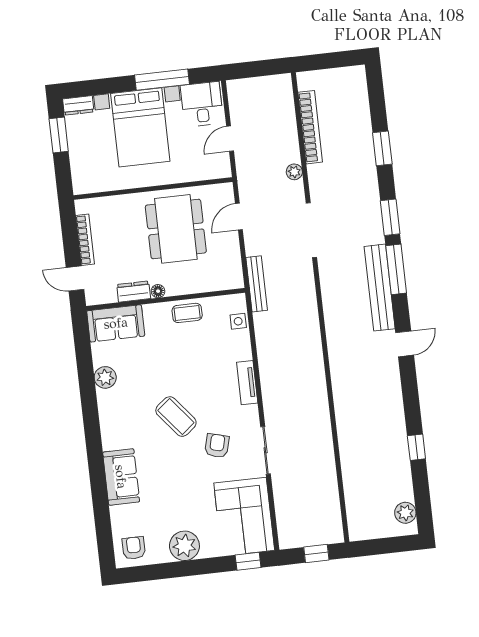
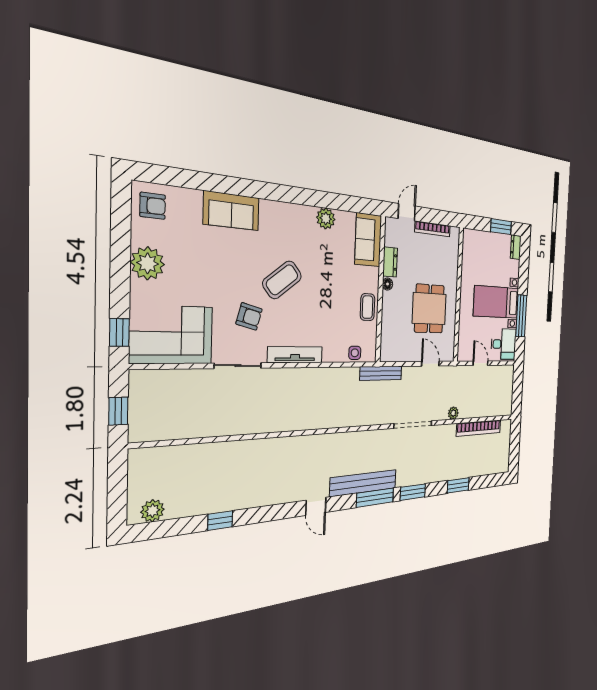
bed with nightstands: (140, 127) -> (496, 302), width x0.73
dining table: (176, 229) -> (429, 309), width x0.73
tv unit: (247, 383) -> (295, 355), width x1.41

